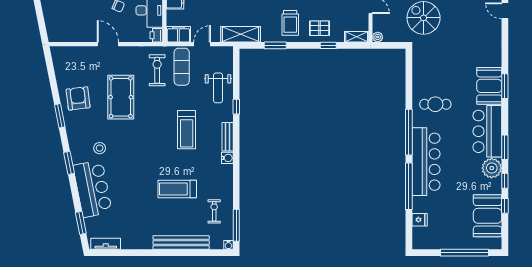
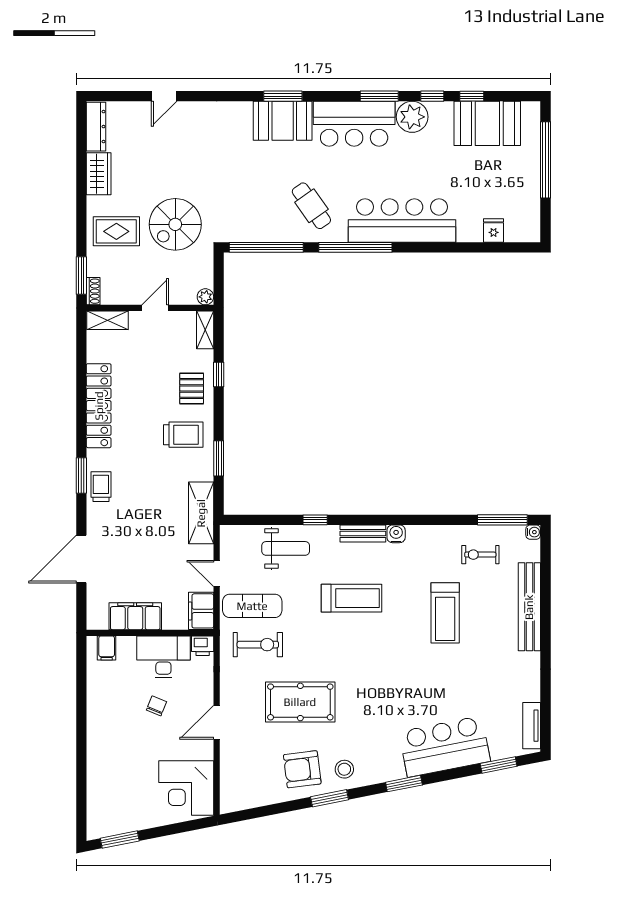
corner desk: (66, 25) -> (186, 788), added
exercise bike: (157, 70) -> (258, 645), turned 180
cafe table: (435, 104) -> (311, 206), turned -35
stool: (100, 148) -> (344, 769), moved
window: (409, 186) -> (266, 247), moved

